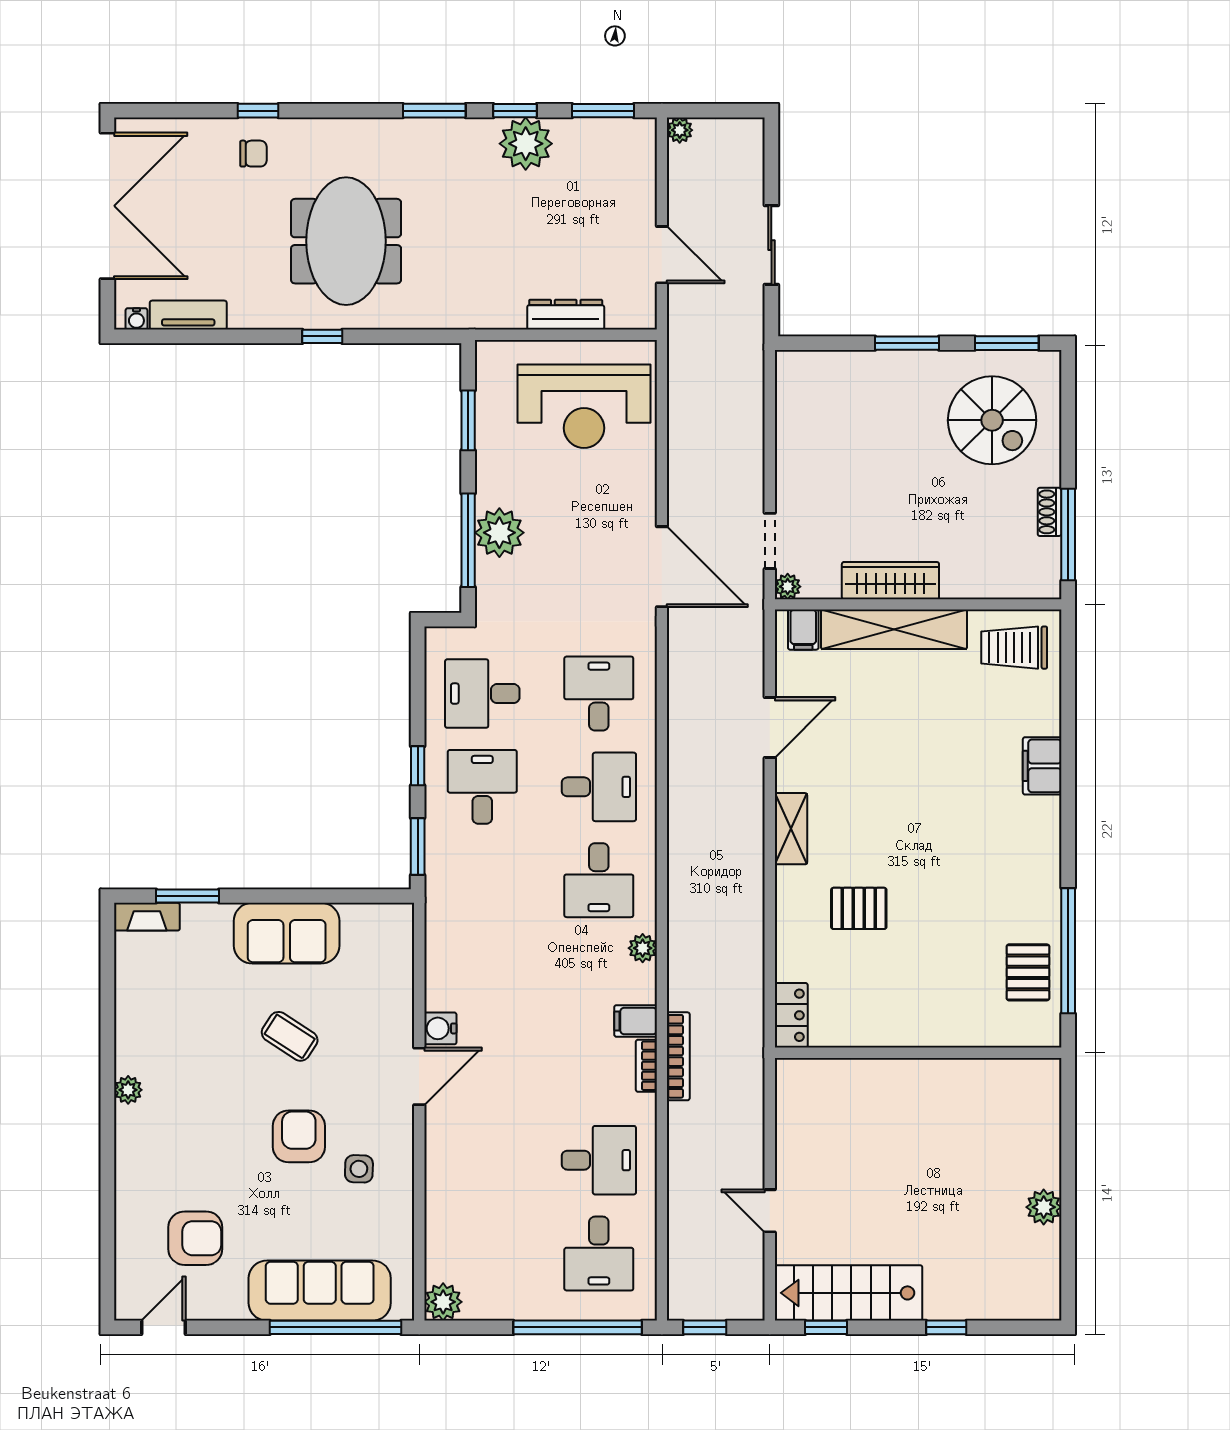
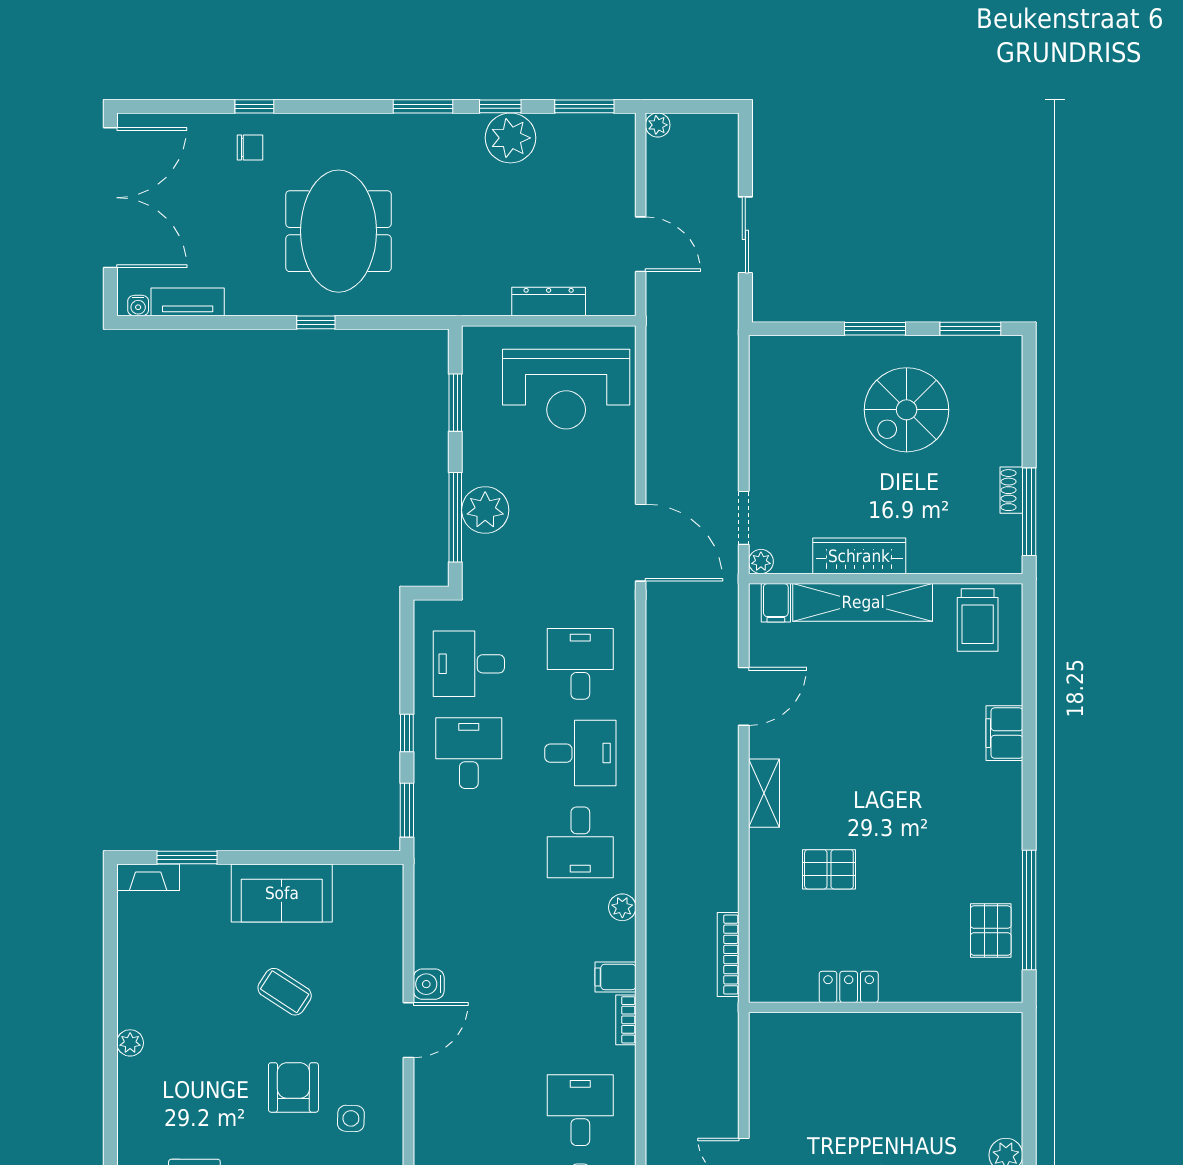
spiral stairs: (992, 420) -> (907, 410), moved, turned 90
trolley: (1014, 648) -> (978, 620), turned -90
locker: (791, 1015) -> (849, 987), moved, turned -90
bookcase: (678, 1056) -> (728, 955), moved, turned 180
desk: (599, 1160) -> (580, 1110), turned -90

